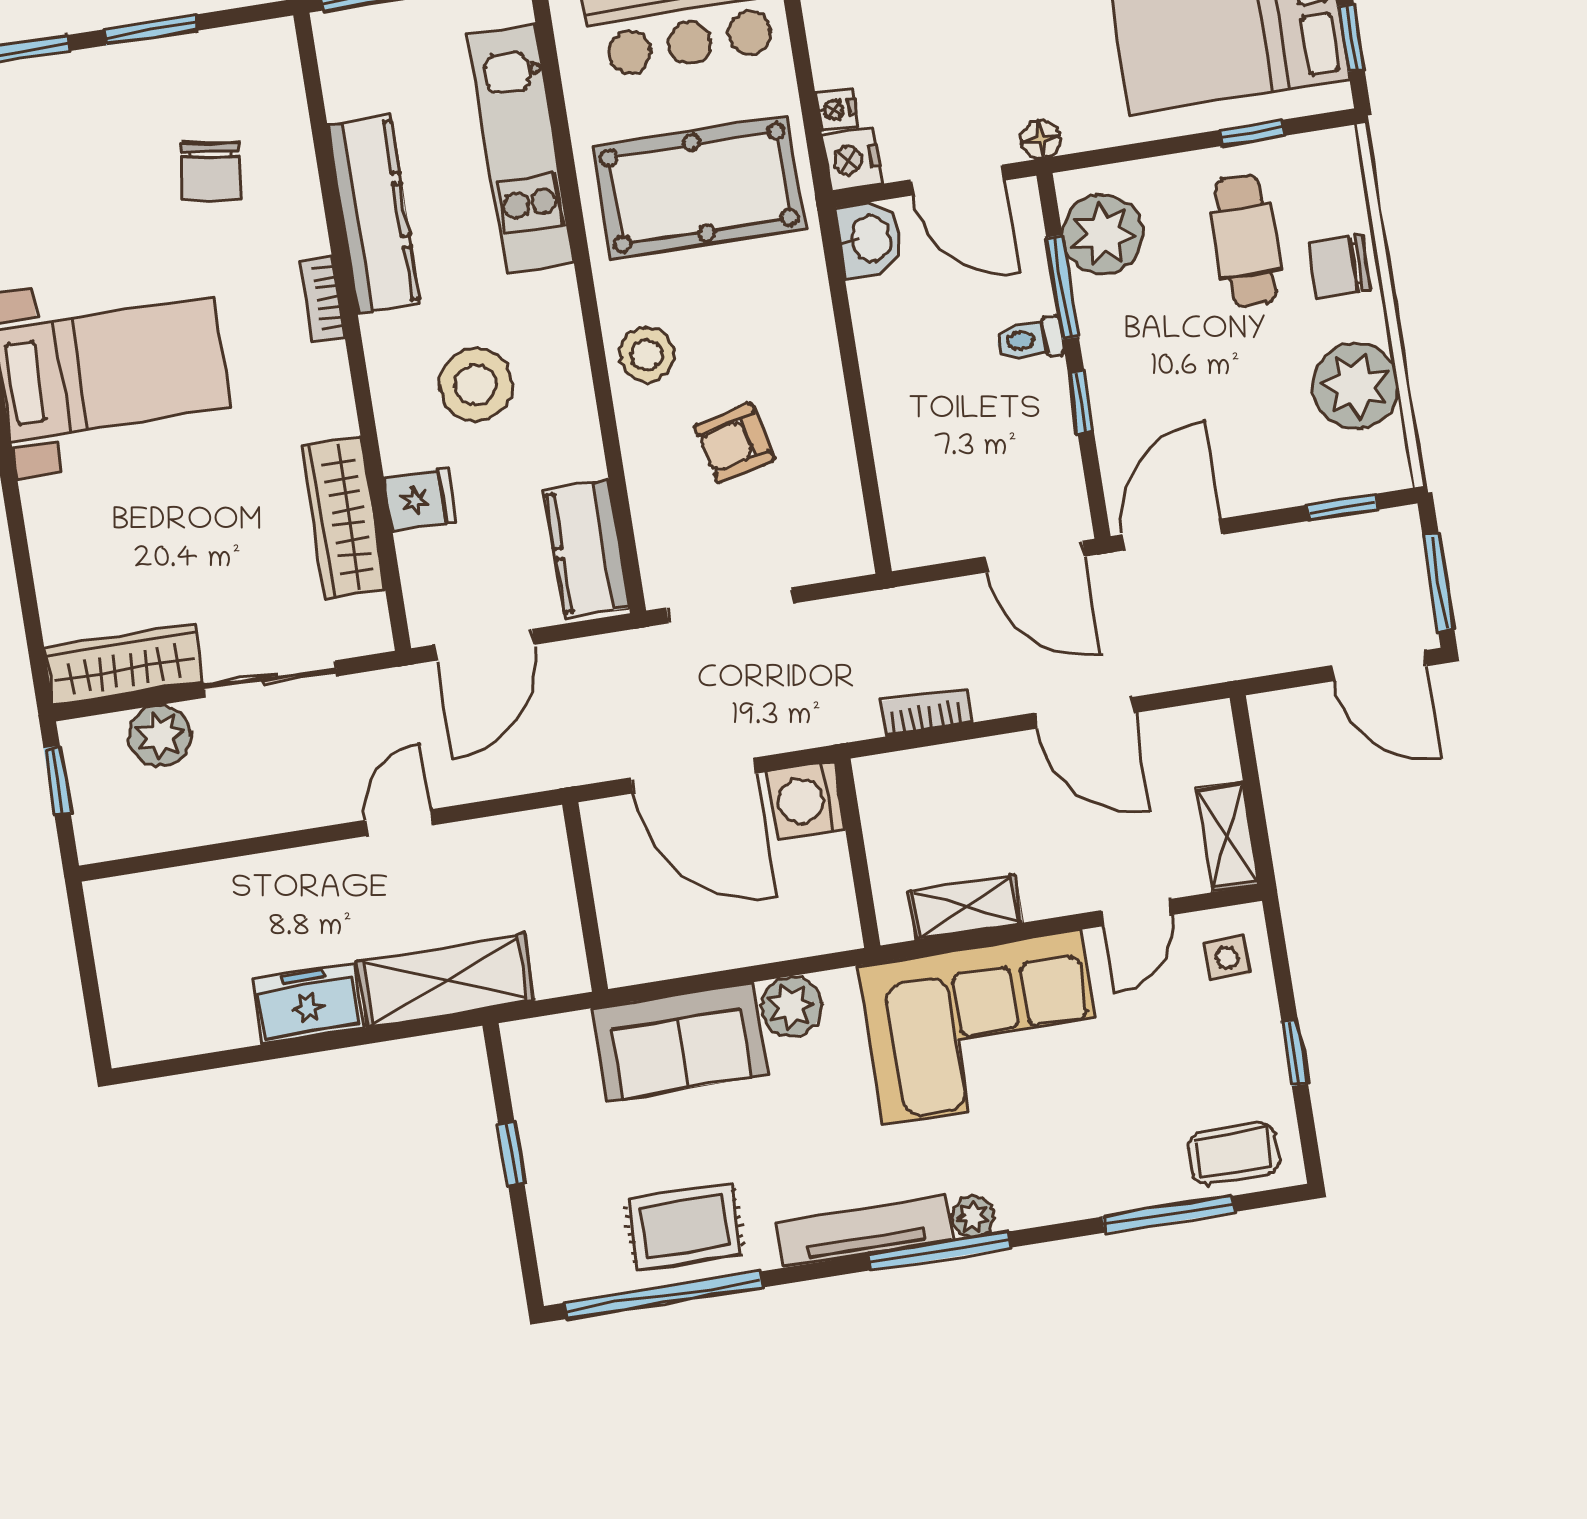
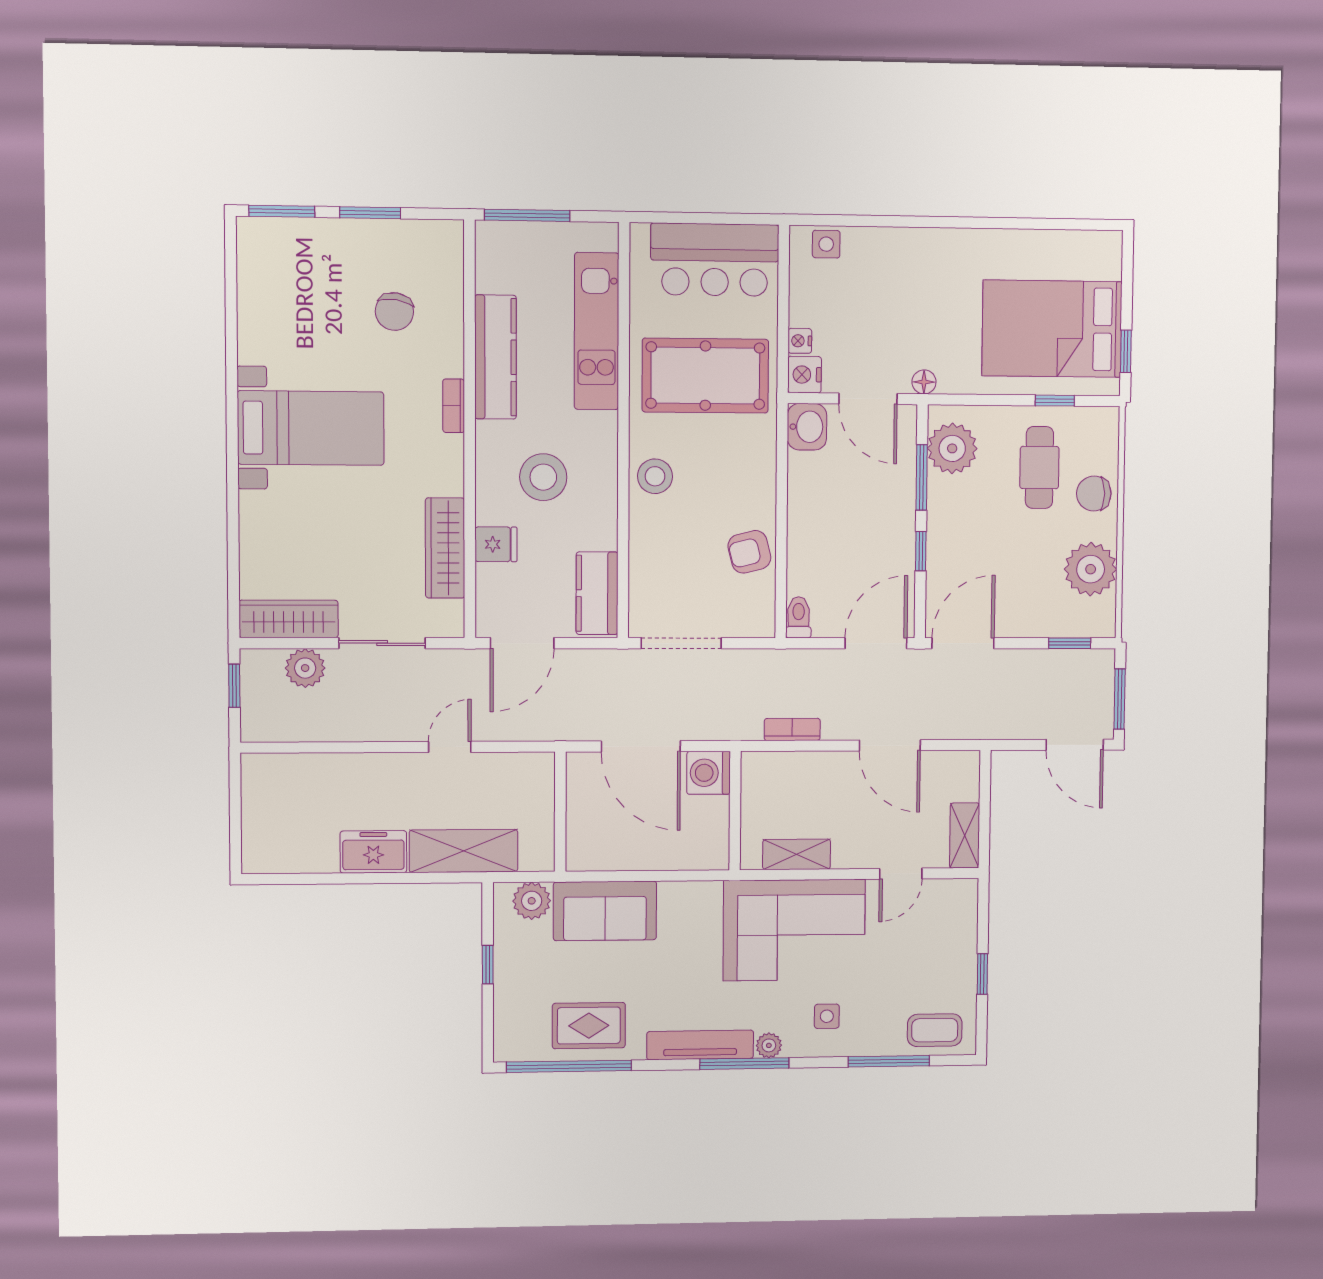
toilet: (1030, 339) -> (799, 617), moved, turned 90
armchair: (735, 443) -> (749, 552), moved
door: (1035, 557) -> (876, 643), swing flipped
side table: (1227, 958) -> (827, 1016), moved
plant: (791, 1006) -> (532, 901), moved

